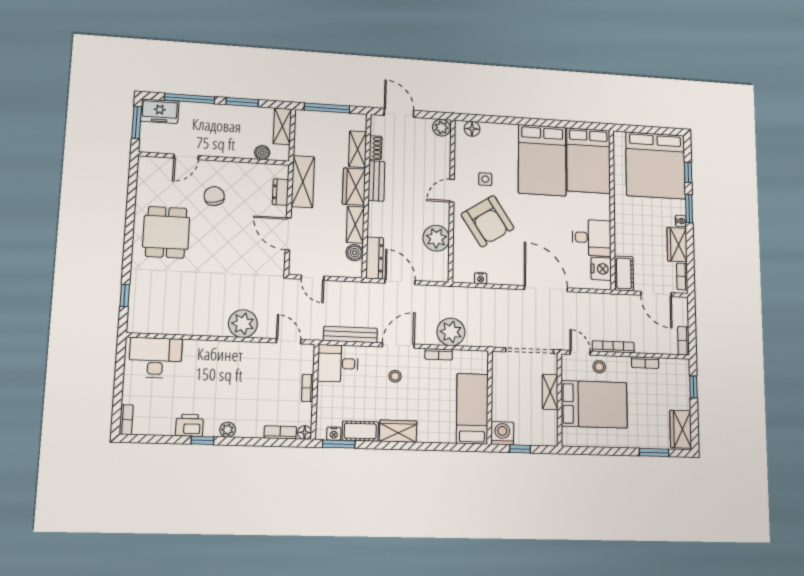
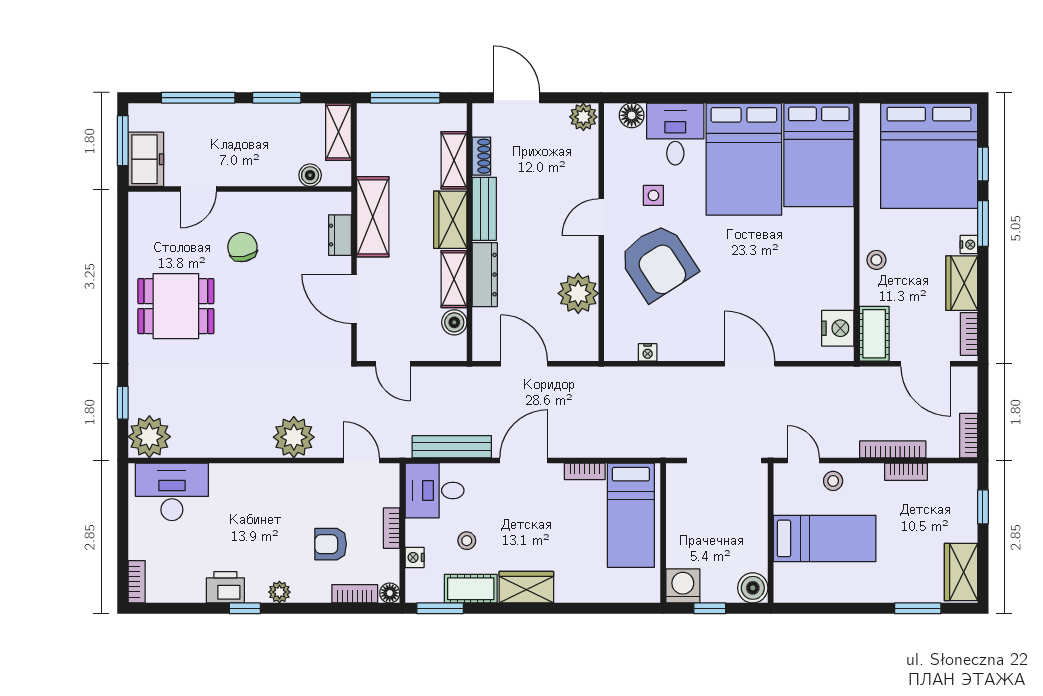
freezer: (160, 111) -> (146, 159), moved, turned -90
stool: (625, 227) -> (876, 260), added
dining table: (166, 232) -> (176, 306), turned 90
desk: (592, 238) -> (675, 134), moved, turned -90
dresser: (375, 258) -> (485, 275), moved
door: (546, 289) -> (750, 364), width x0.73
plant: (451, 332) -> (149, 437), moved
bookcase: (613, 347) -> (893, 449), moved
stool: (395, 376) -> (467, 541), moved
shelving: (550, 392) -> (756, 522), removed
armchair: (265, 398) -> (331, 544), added
bed: (594, 404) -> (825, 538), width x0.67
bed: (472, 409) -> (631, 515), moved, turned 180
nightstand: (334, 434) -> (415, 557), moved, turned 90
boiler: (548, 436) -> (753, 588), added

